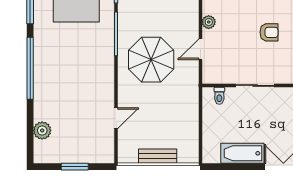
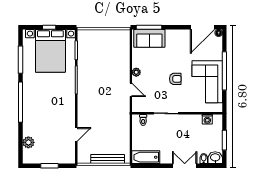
door: (200, 49) -> (131, 90), swing flipped
parasol: (151, 60) -> (99, 97), removed
bathtub: (242, 153) -> (146, 157), moved
bench: (158, 156) -> (108, 159), width x1.36

